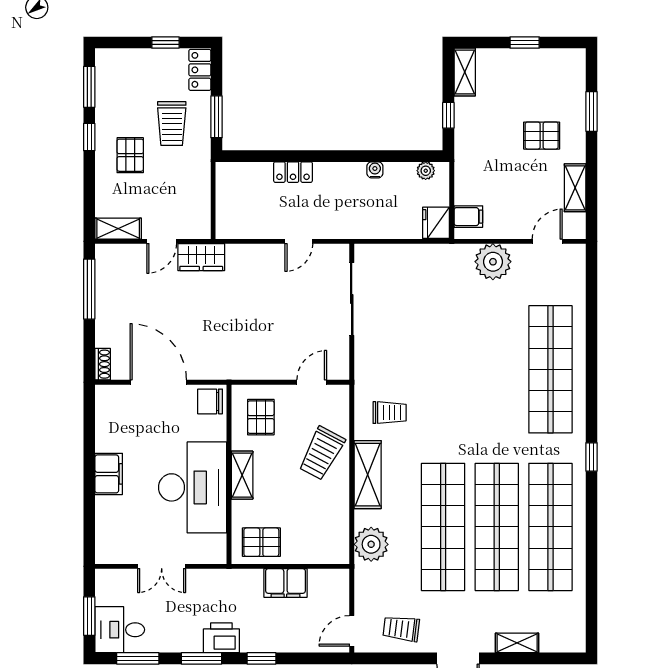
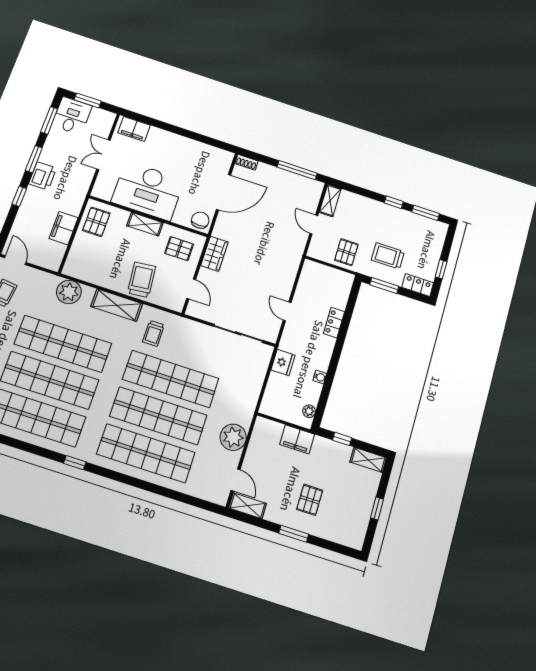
window: (592, 111) -> (294, 534), moved
pallet: (130, 155) -> (346, 252), moved, turned 90
shelving: (575, 188) -> (248, 506), moved
filing cabinet: (468, 217) -> (297, 439), moved, width x2.00
fridge: (436, 223) -> (283, 363), moved, turned 90
wardrobe: (201, 257) -> (214, 254), moved, turned 180
shop shelf: (443, 369) -> (171, 379), added
shop shelf: (497, 369) -> (158, 416), added
trolley: (322, 453) -> (142, 280), turned 56
filing cabinet: (109, 474) -> (134, 129), moved

